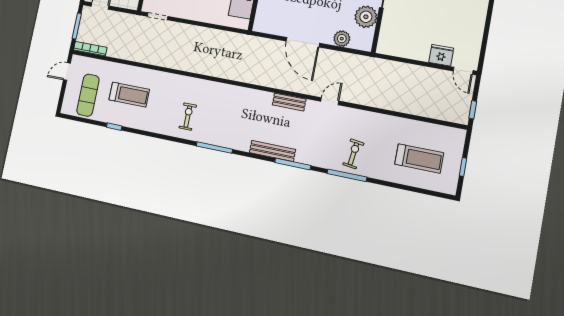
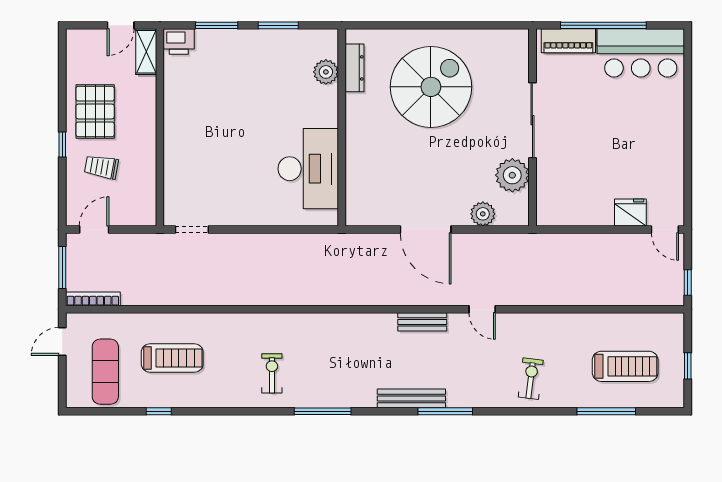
door: (330, 101) -> (482, 309), swing flipped
window: (347, 175) -> (606, 411), moved

